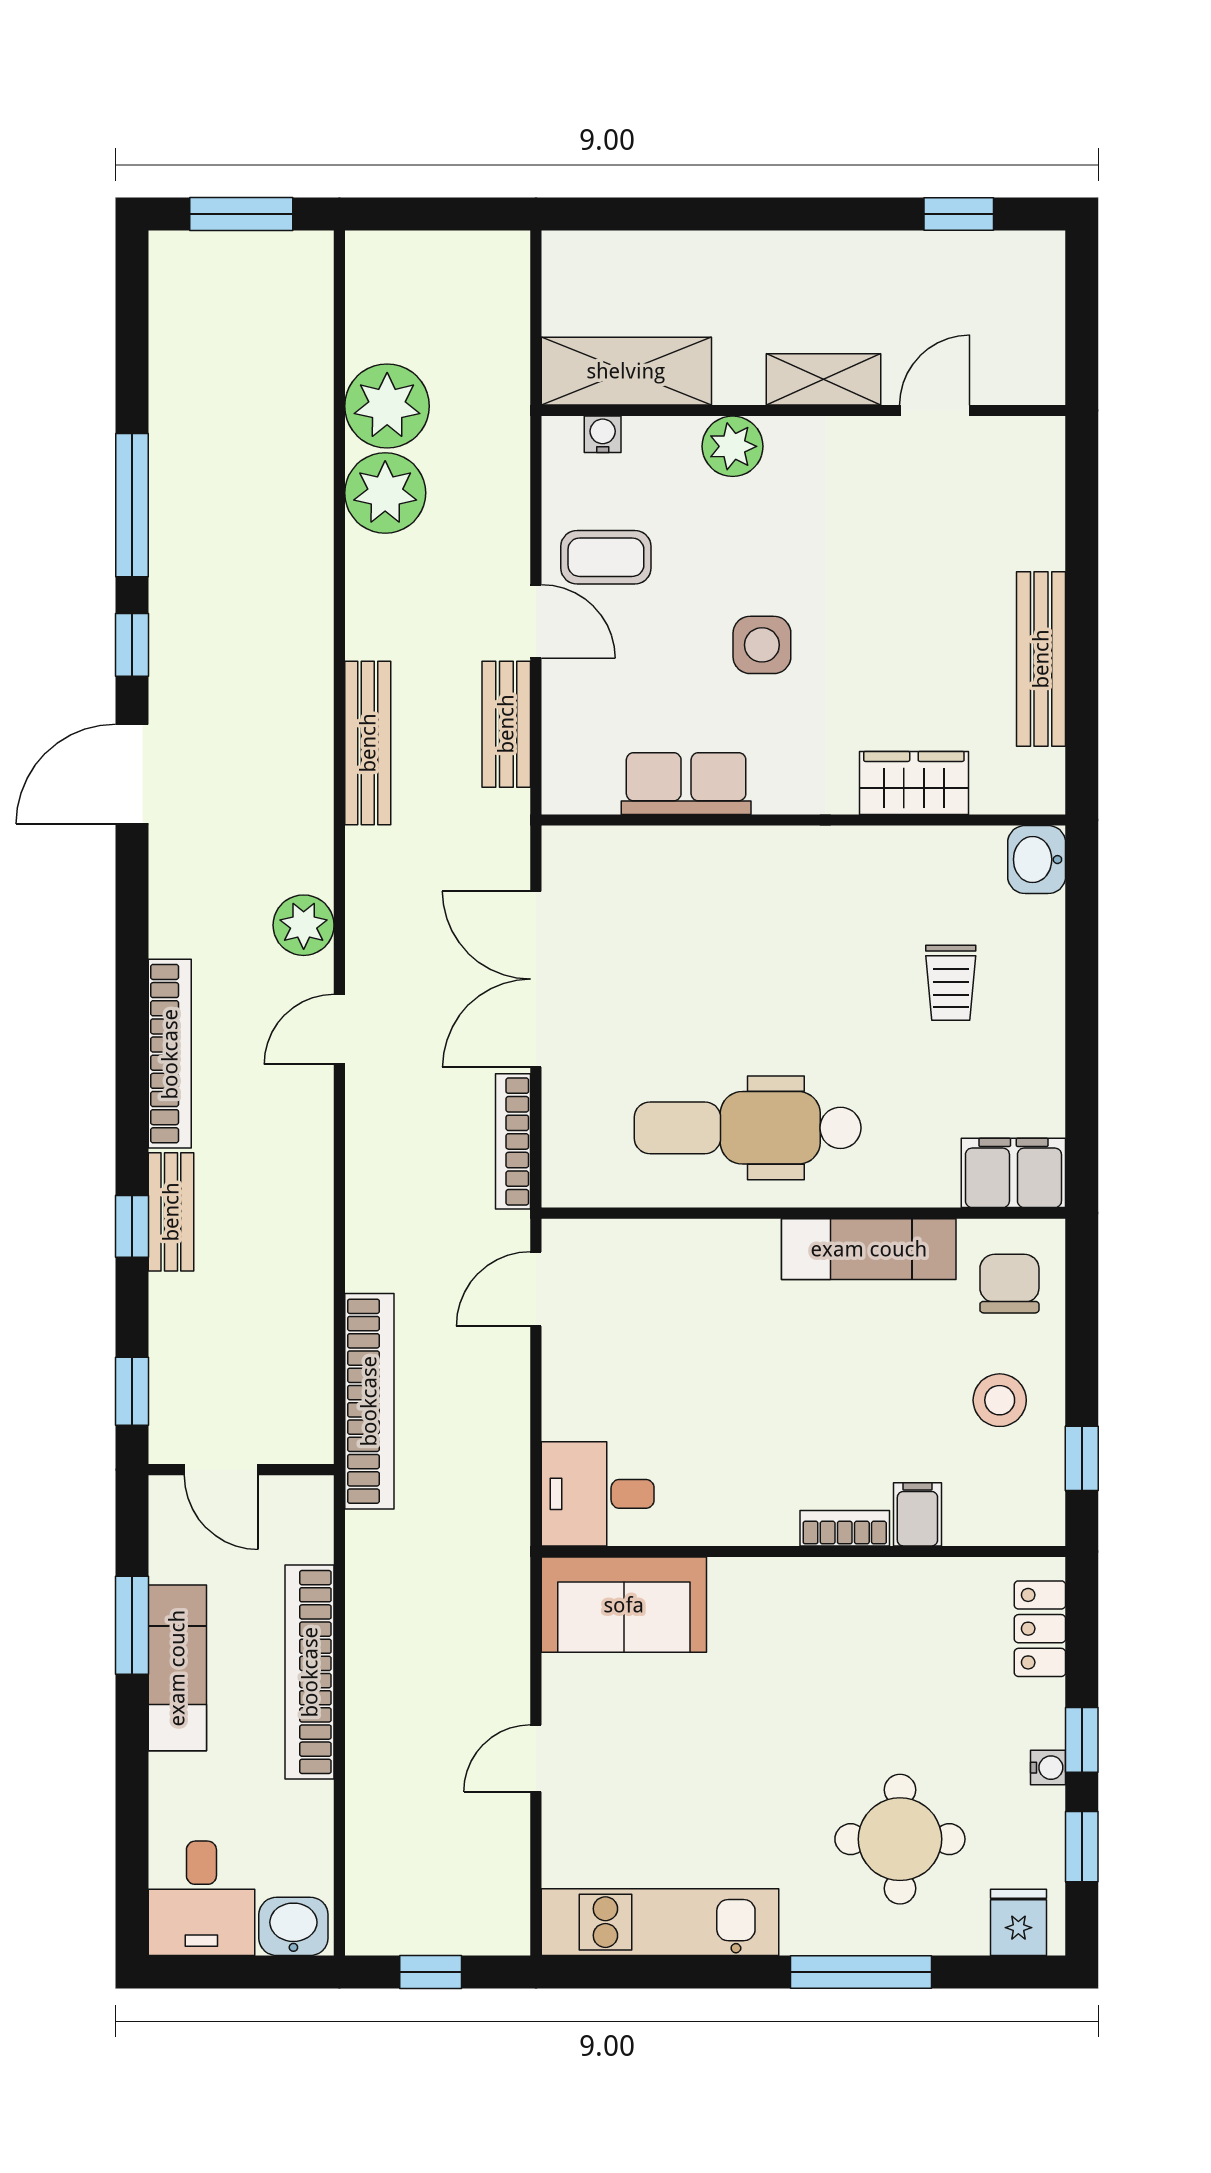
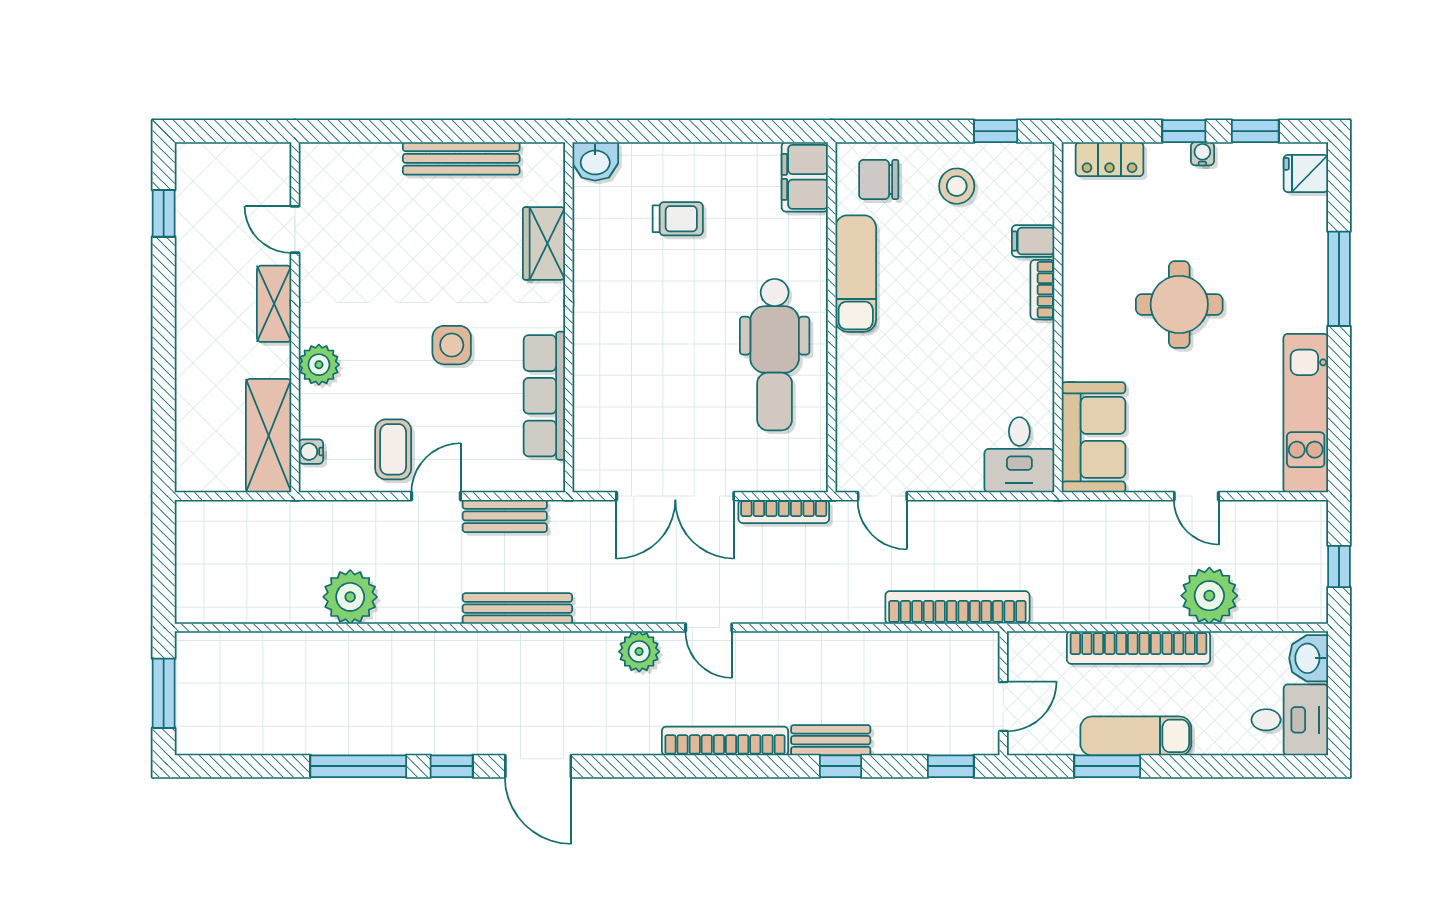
plant: (387, 406) -> (1209, 596), moved
row of seats: (686, 784) -> (544, 396), width x1.48
round table: (900, 1839) -> (1179, 304), moved

